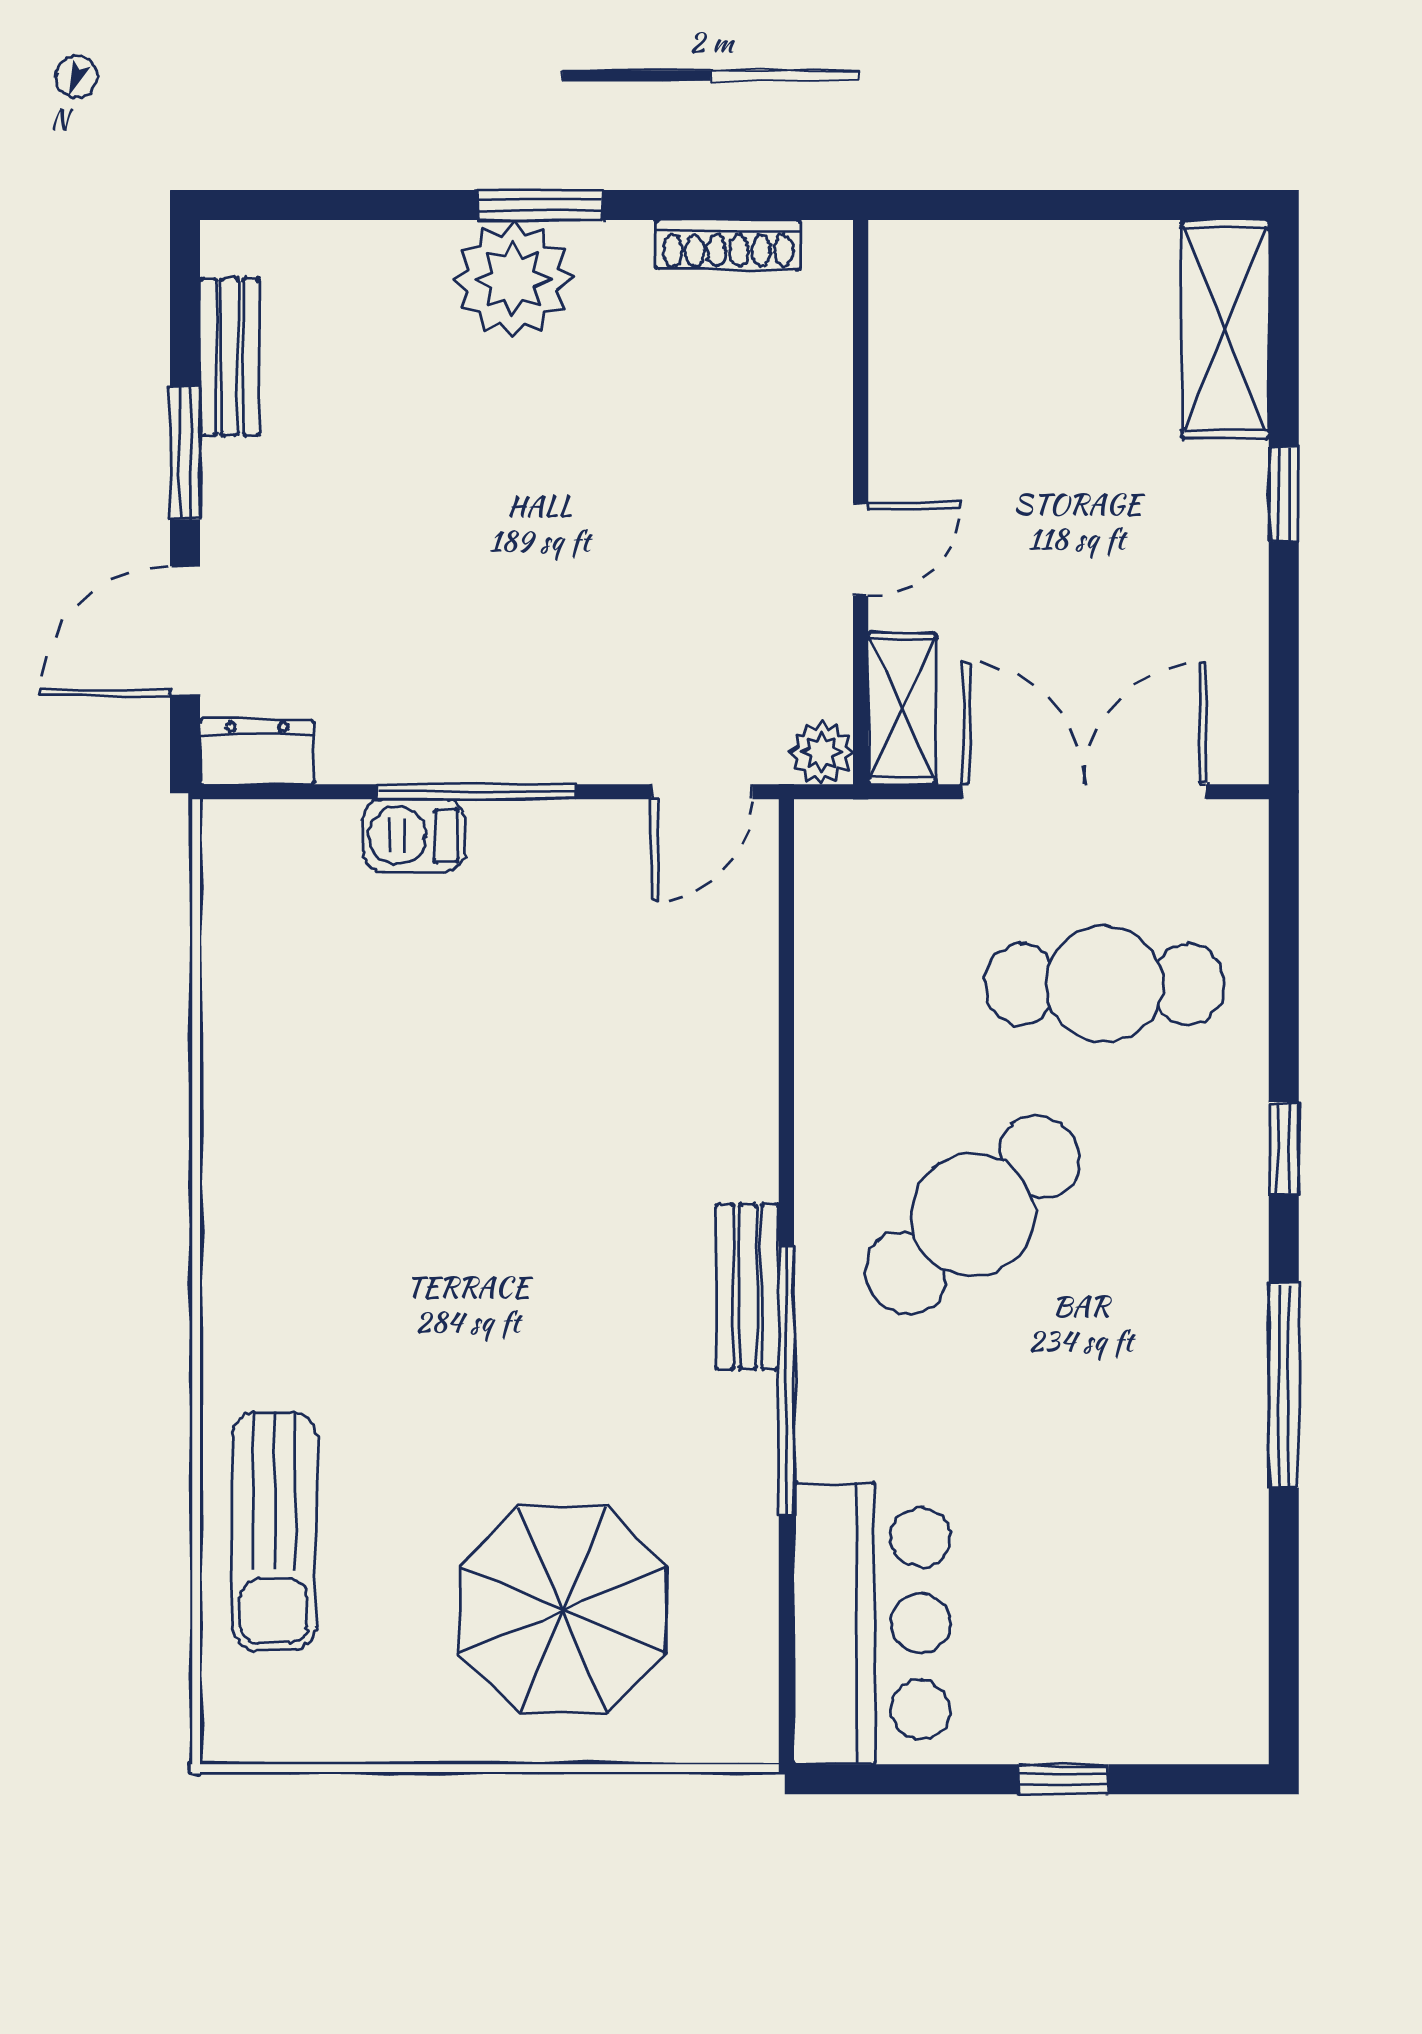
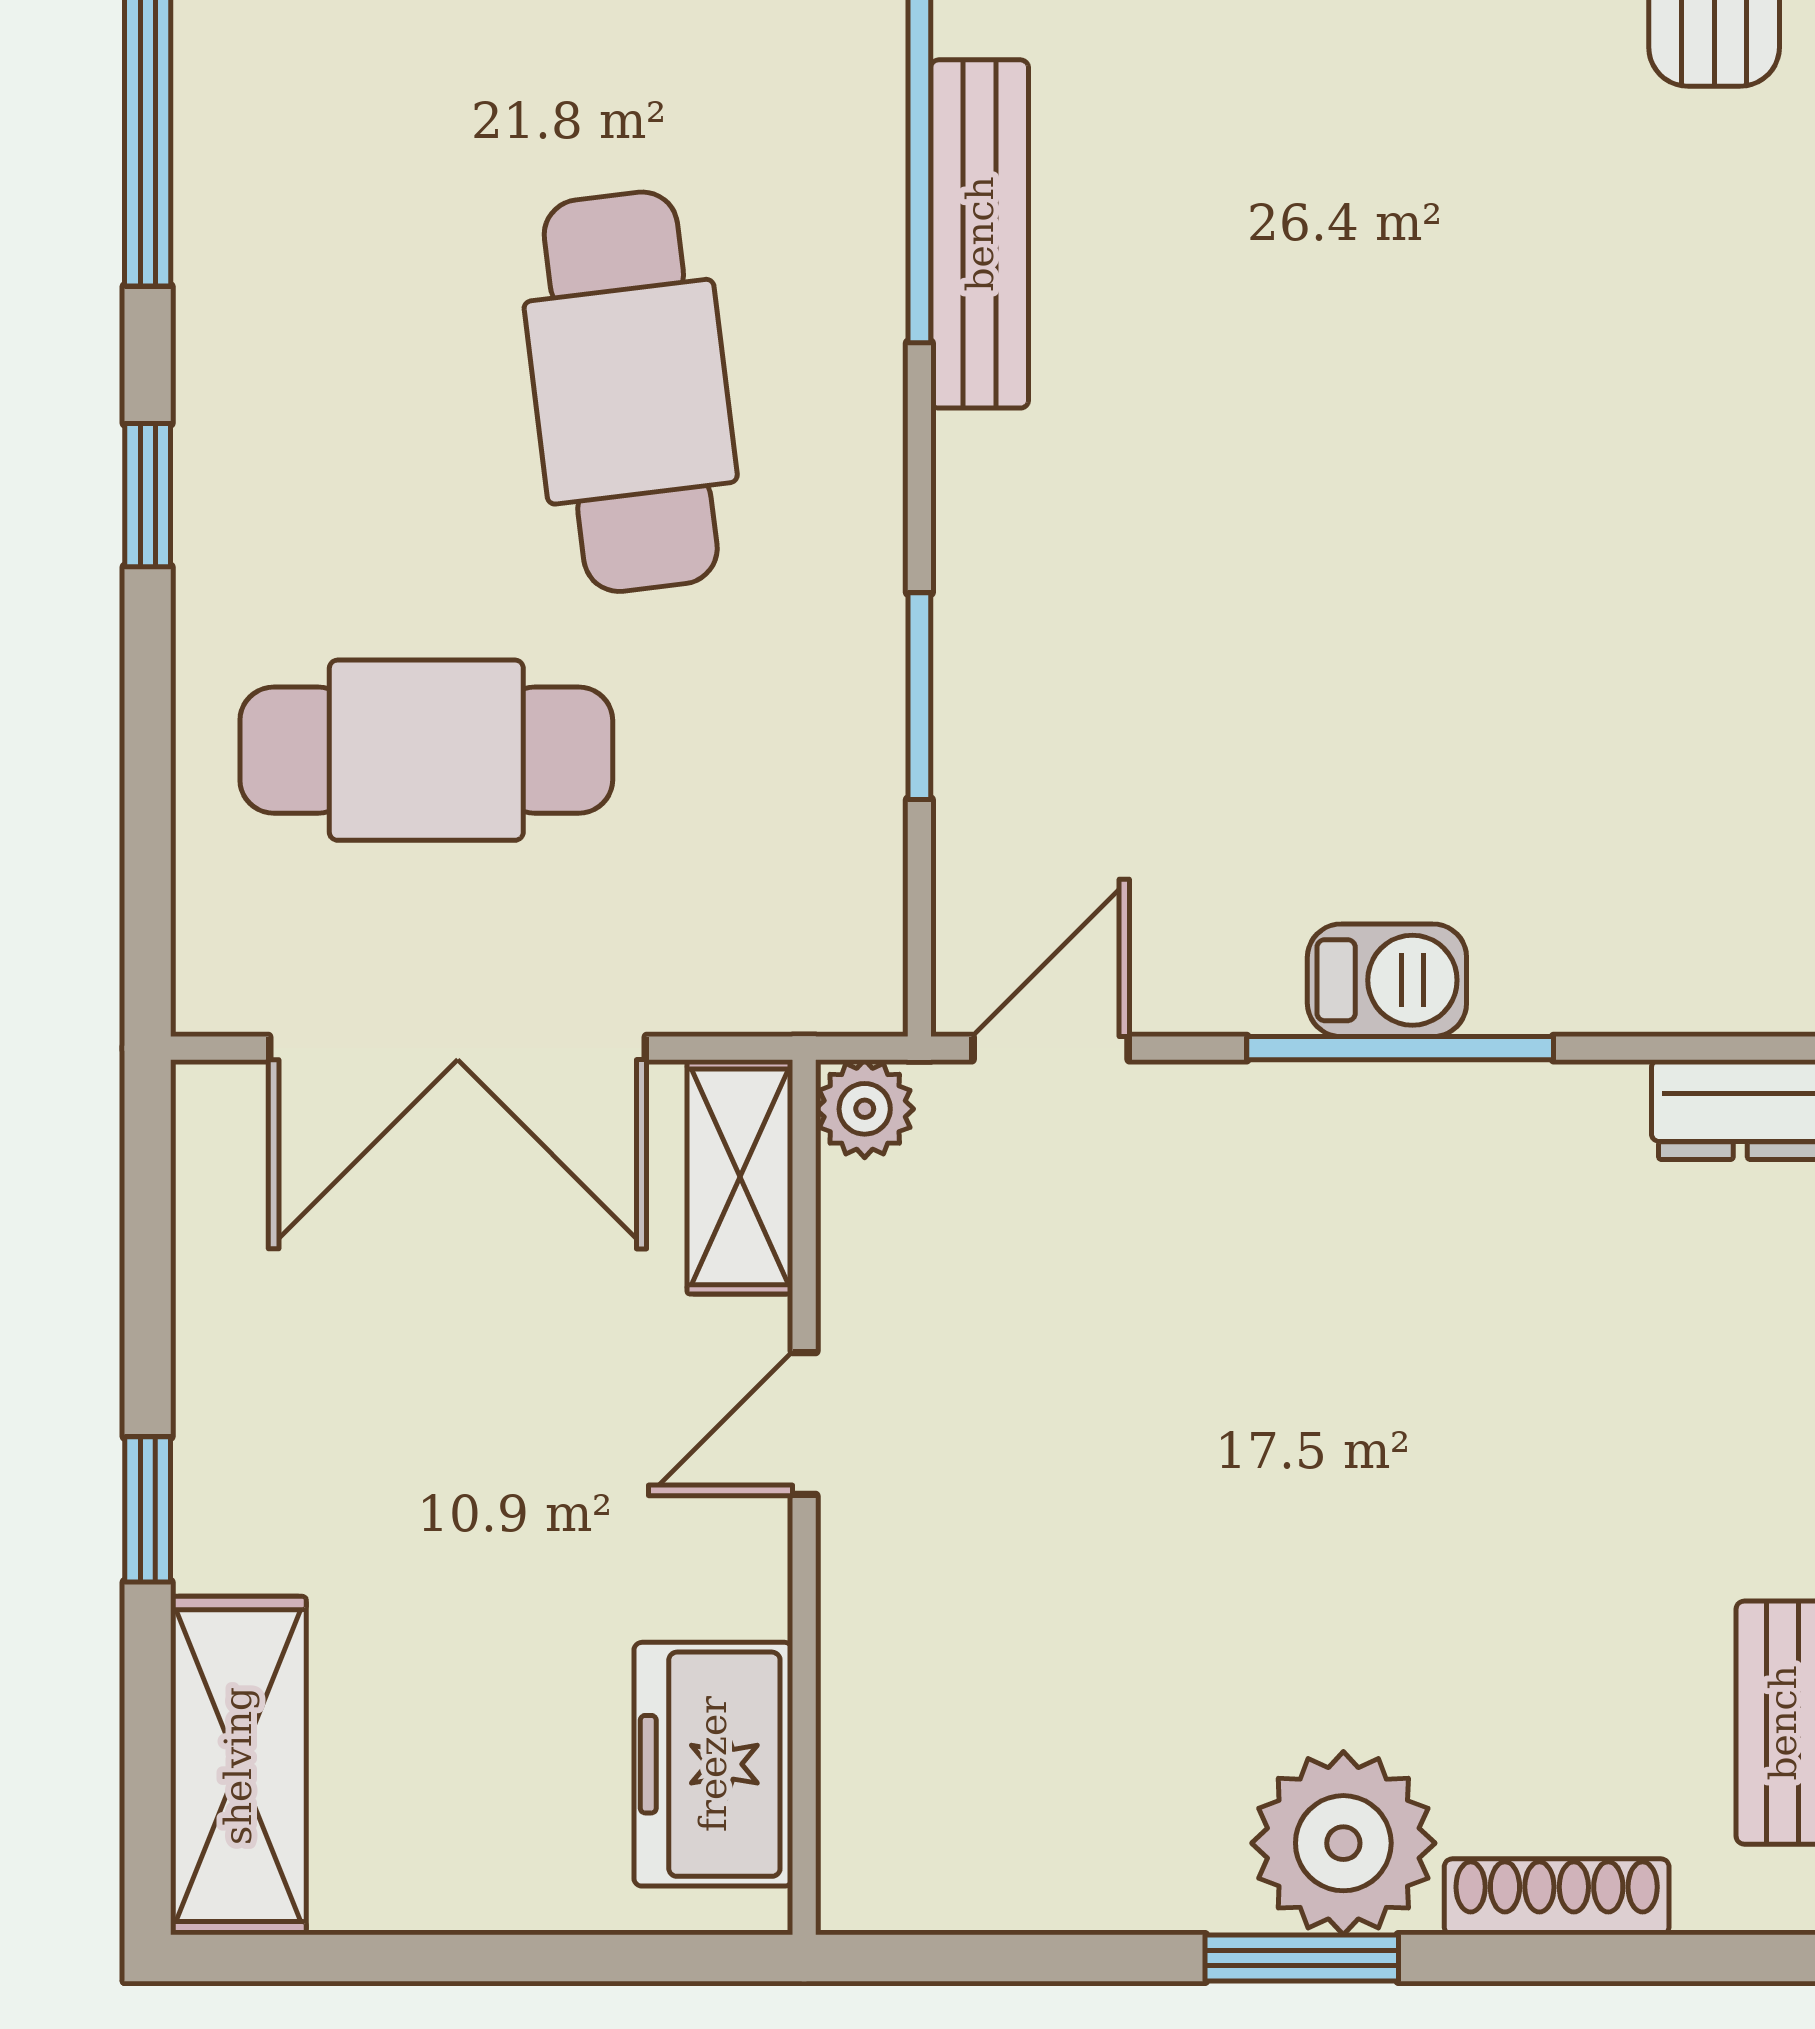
shoe rack: (728, 245) -> (1557, 1897), moved
freezer: (919, 330) -> (713, 1764), added
barbecue: (414, 836) -> (1387, 980), moved
window: (786, 1019) -> (919, 696), added
cafe table: (972, 1215) -> (631, 392), turned -56
bench: (747, 1287) -> (980, 234), width x1.36

